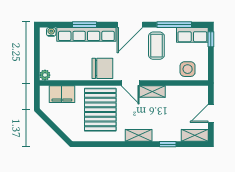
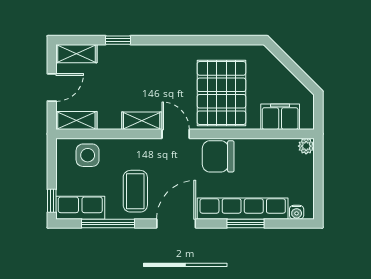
shelving: (139, 135) -> (76, 120), moved

